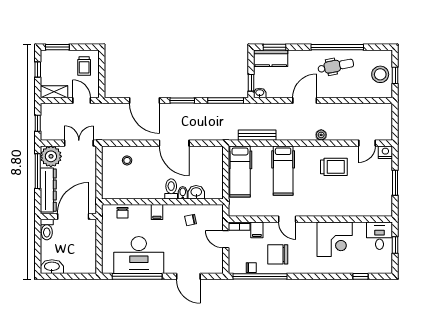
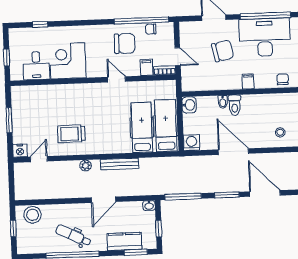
kitchen counter: (271, 58) -> (124, 241), moved
dental chair: (336, 66) -> (73, 236), turned 37
stool: (380, 74) -> (32, 215), moved
window: (251, 83) -> (159, 229), moved
bench: (257, 135) -> (120, 164), moved
washing machine: (215, 154) -> (192, 143), added
hospital bed: (283, 171) -> (142, 127), moved
washbasin: (196, 192) -> (189, 105), moved, turned -90
chair: (191, 220) -> (223, 51), moved, width x1.87, depth x1.87
desk: (379, 236) -> (36, 66), moved

